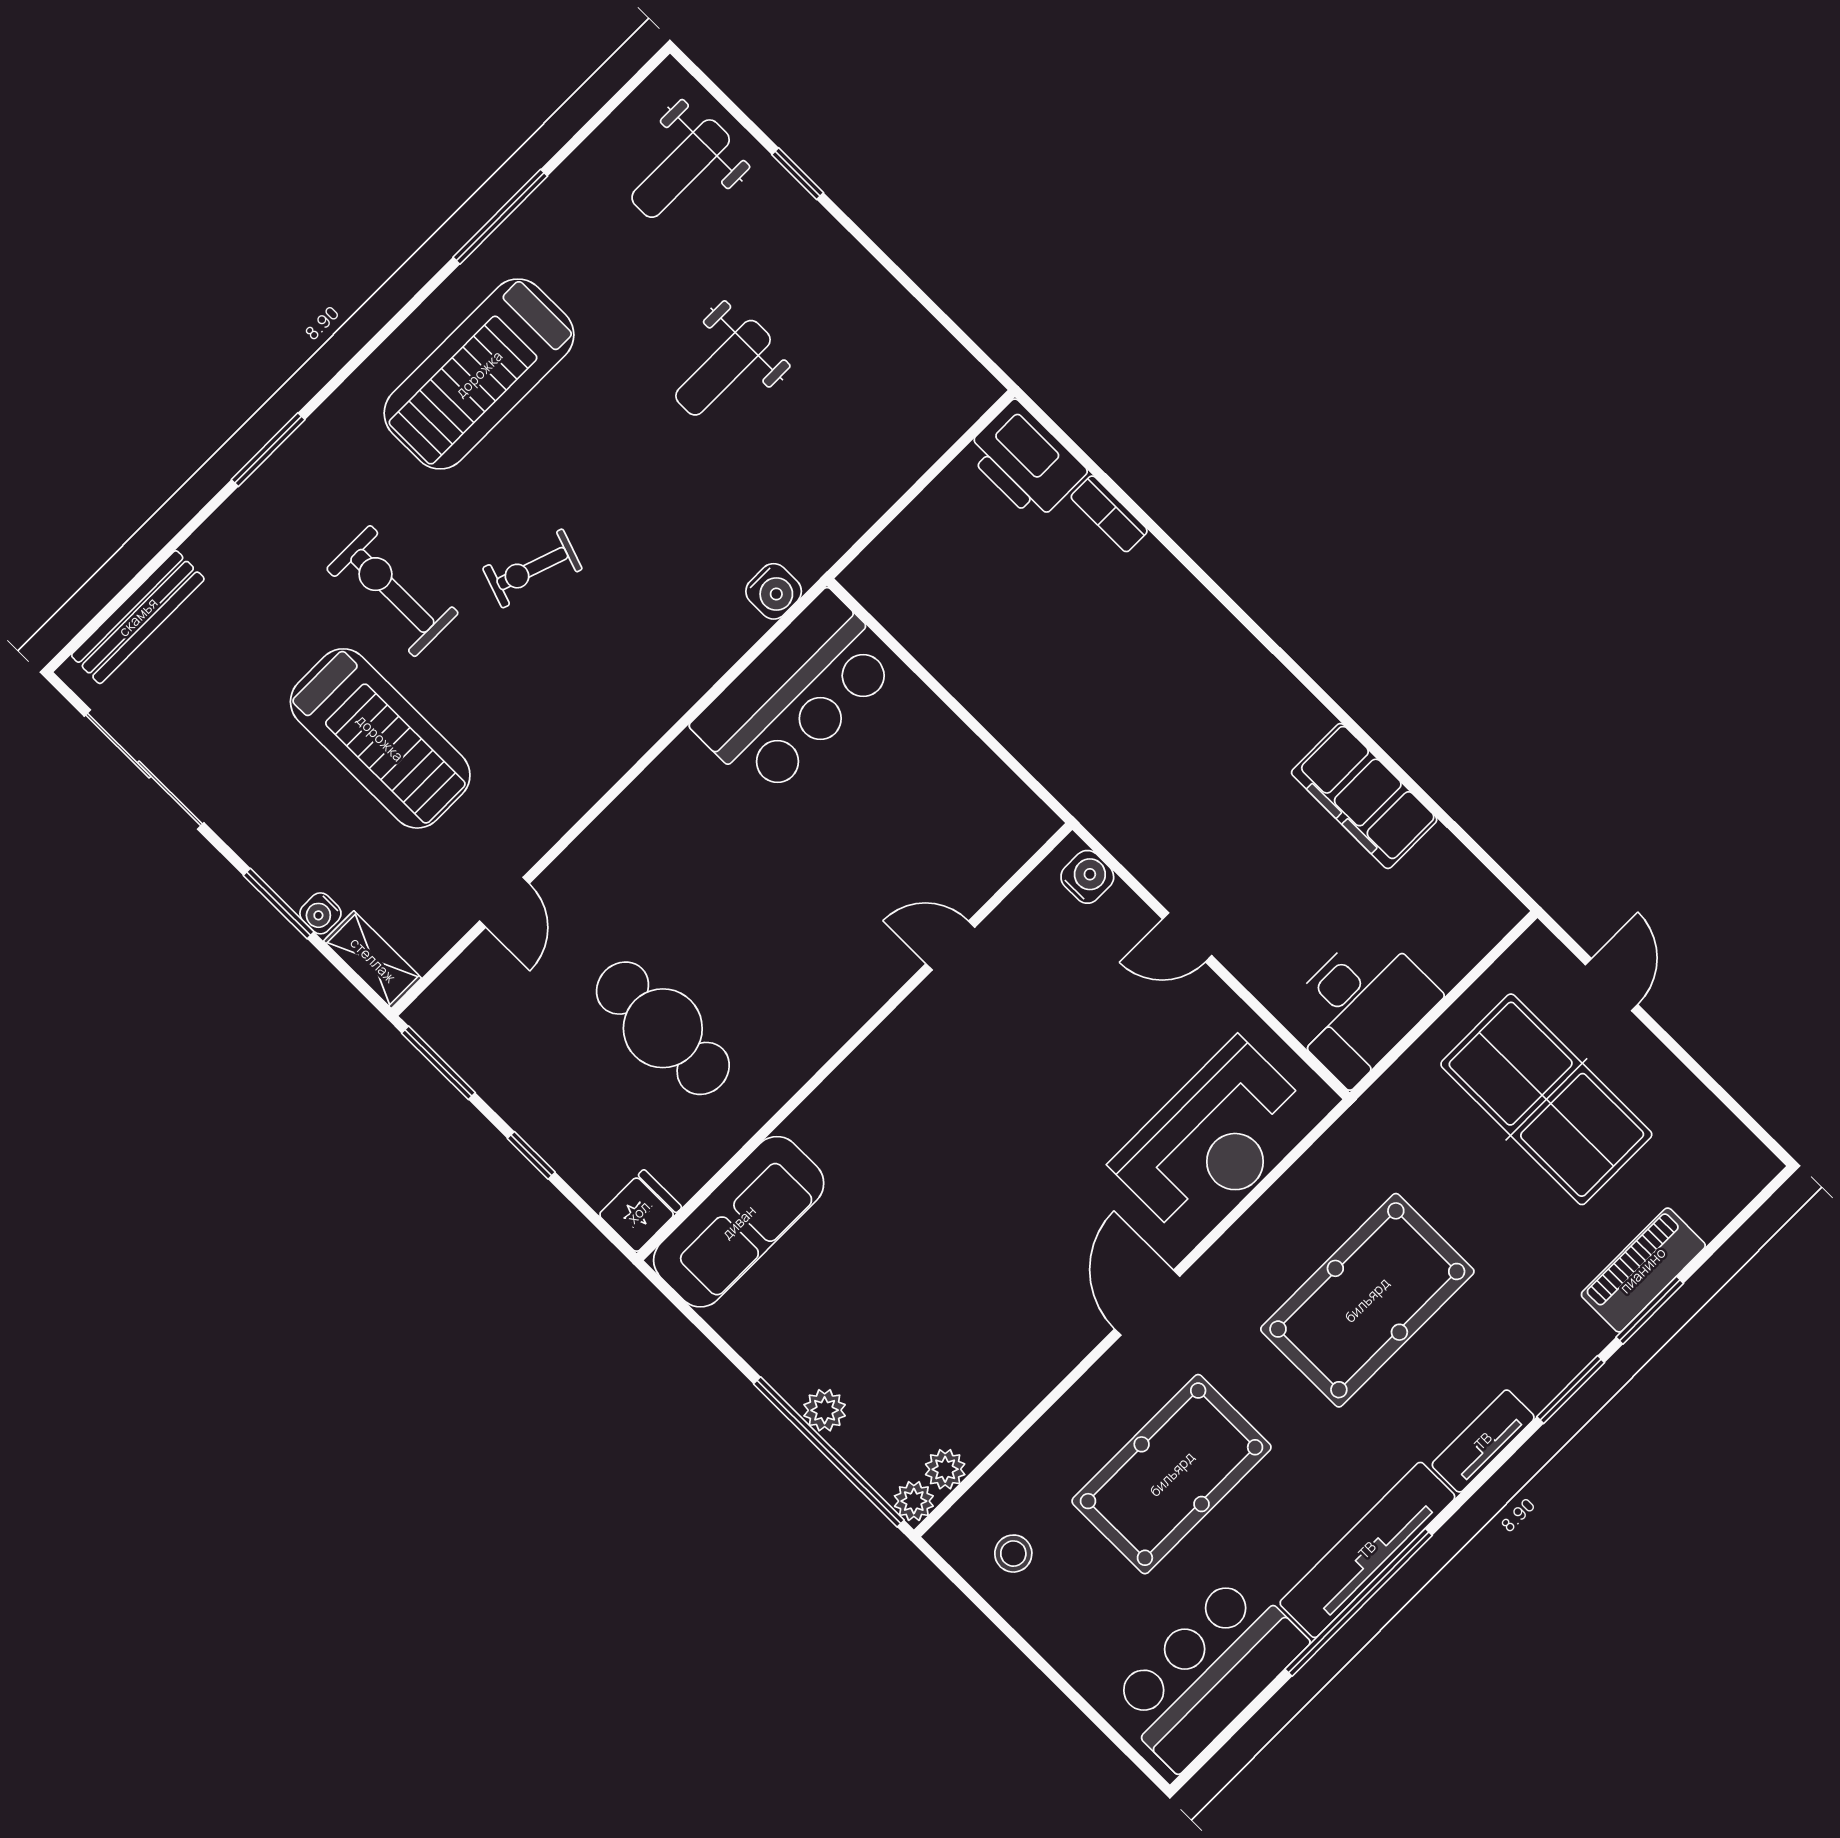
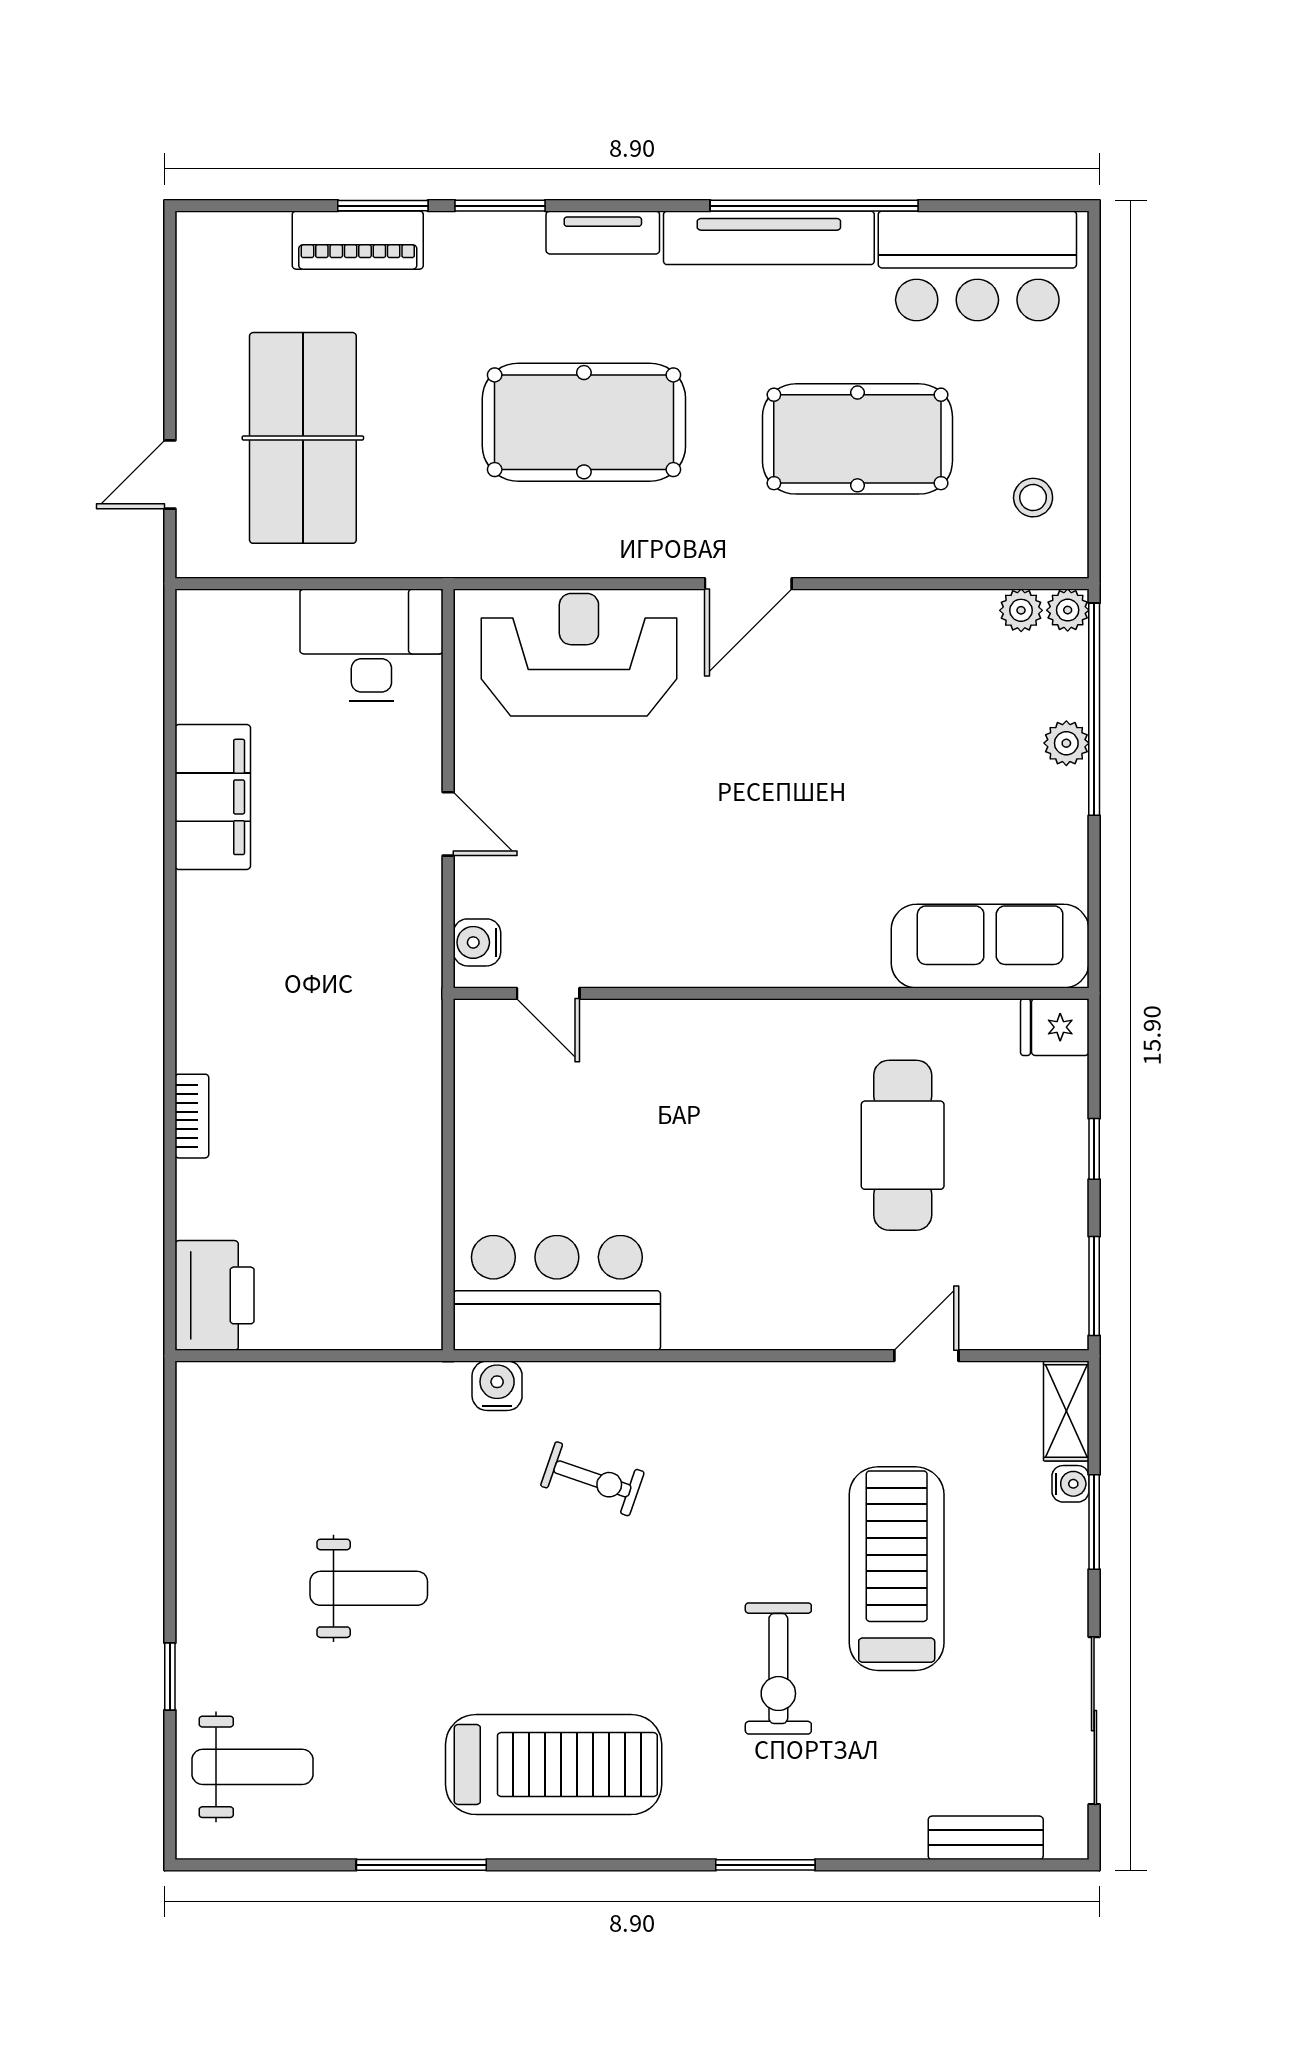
bookcase: (1109, 514) -> (192, 1116), moved
exercise bike: (532, 569) -> (592, 1479), moved
bench: (138, 617) -> (986, 1838), width x0.73
door: (950, 945) -> (548, 993), moved

